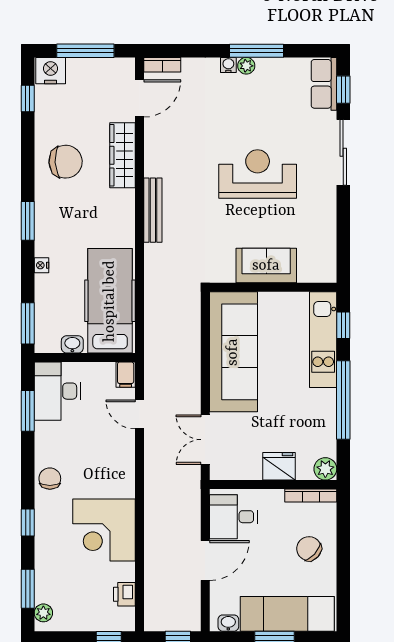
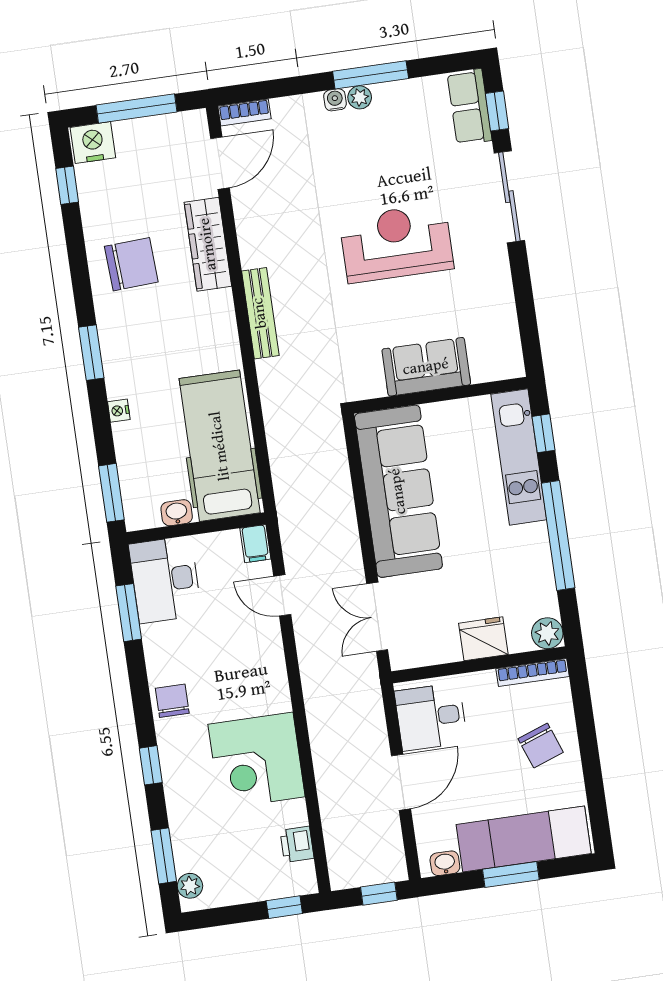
chair: (309, 549) -> (541, 746), turned -152

